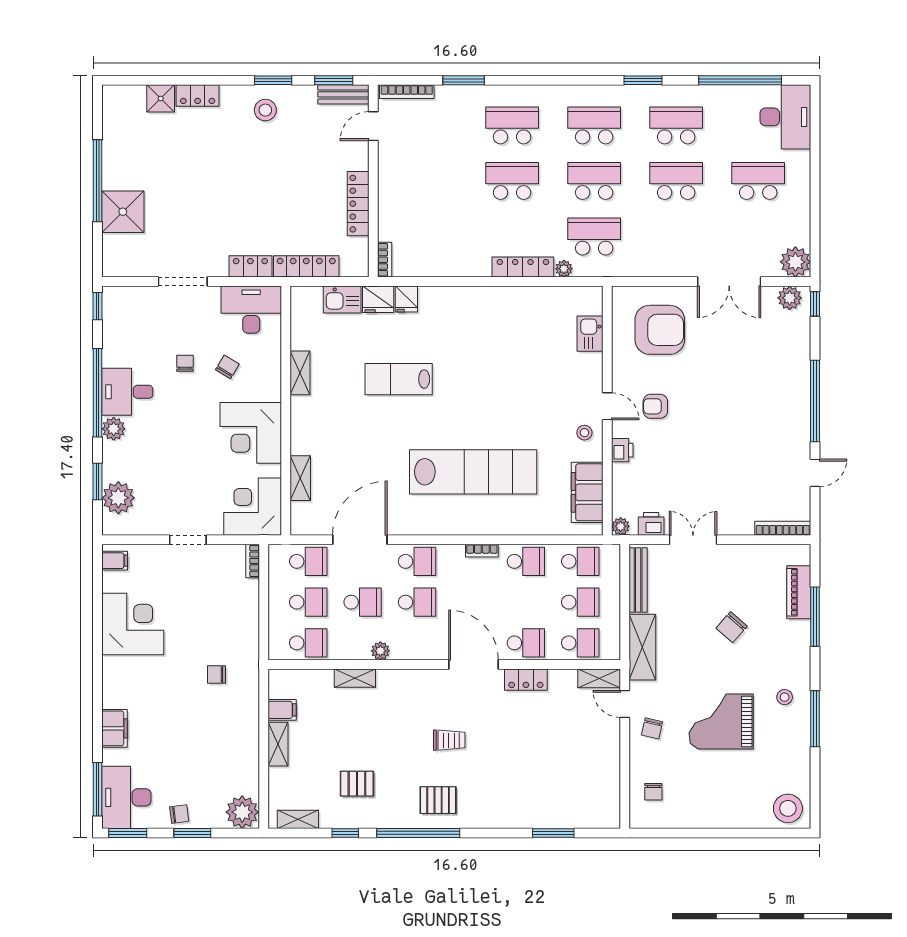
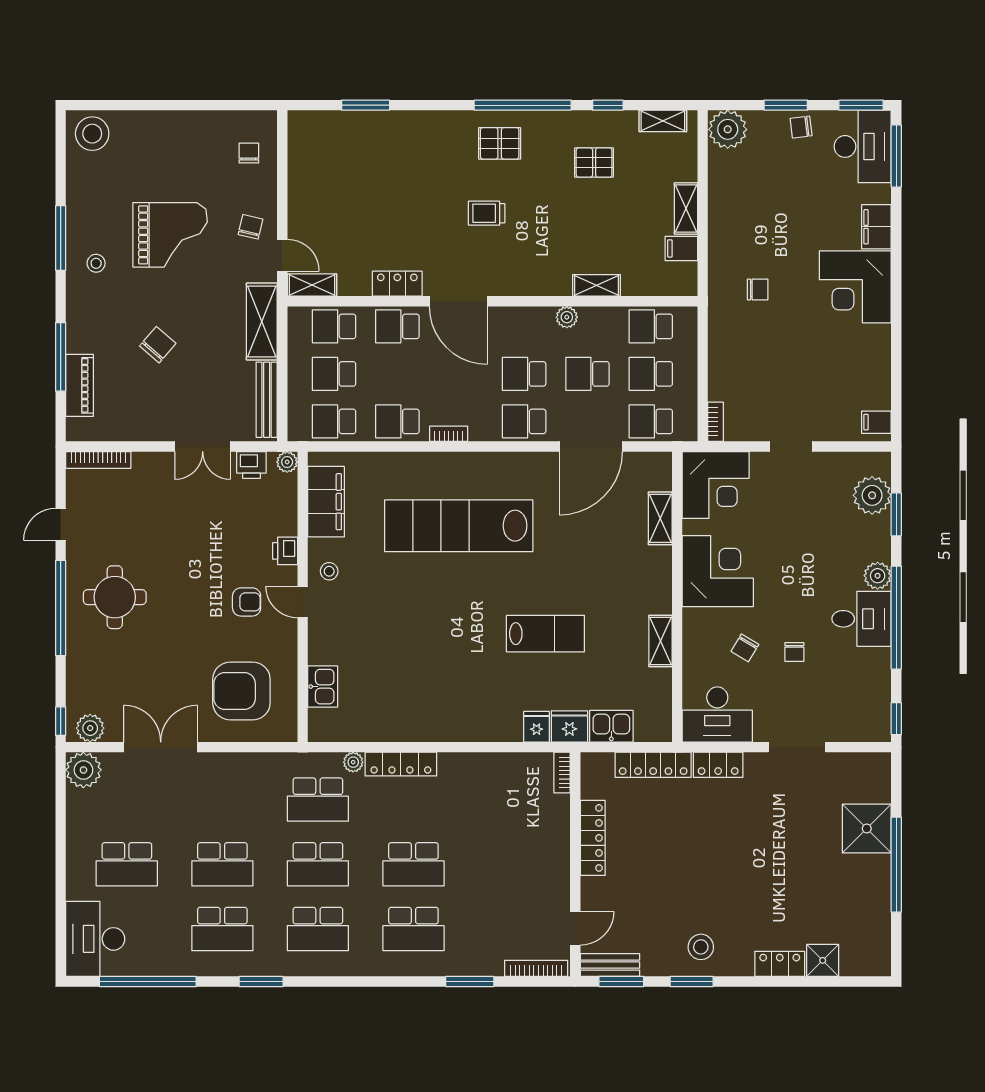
round table: (769, 410) -> (115, 597), added
corner desk: (133, 624) -> (855, 287), moved

